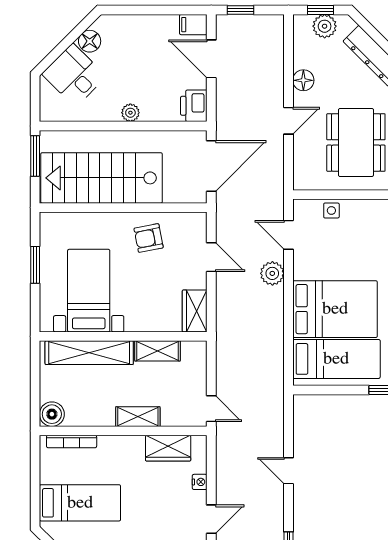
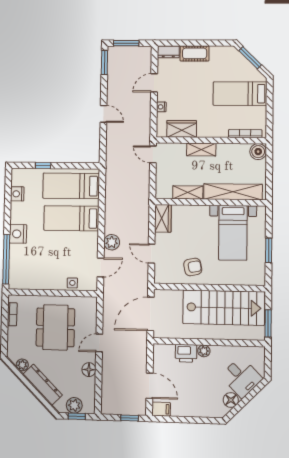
printer: (194, 106) -> (186, 353), moved, turned 90
door: (289, 235) -> (101, 267), hinge flipped
bed: (335, 309) -> (71, 218), width x0.67

